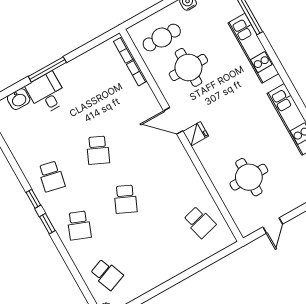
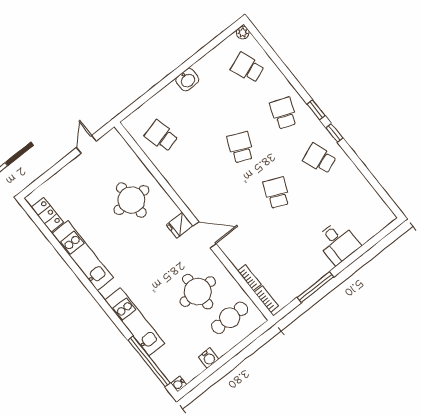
window: (47, 69) -> (315, 287), moved
washbasin: (19, 99) -> (187, 80), moved, turned 180
school desk: (51, 176) -> (320, 159), turned -33
round table: (249, 177) -> (131, 200), moved

